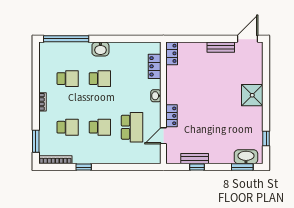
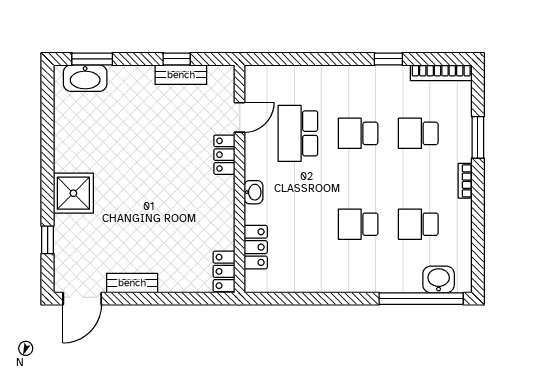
washbasin: (100, 49) -> (439, 279), moved
window: (266, 139) -> (48, 240), moved
window: (36, 141) -> (478, 137), moved

